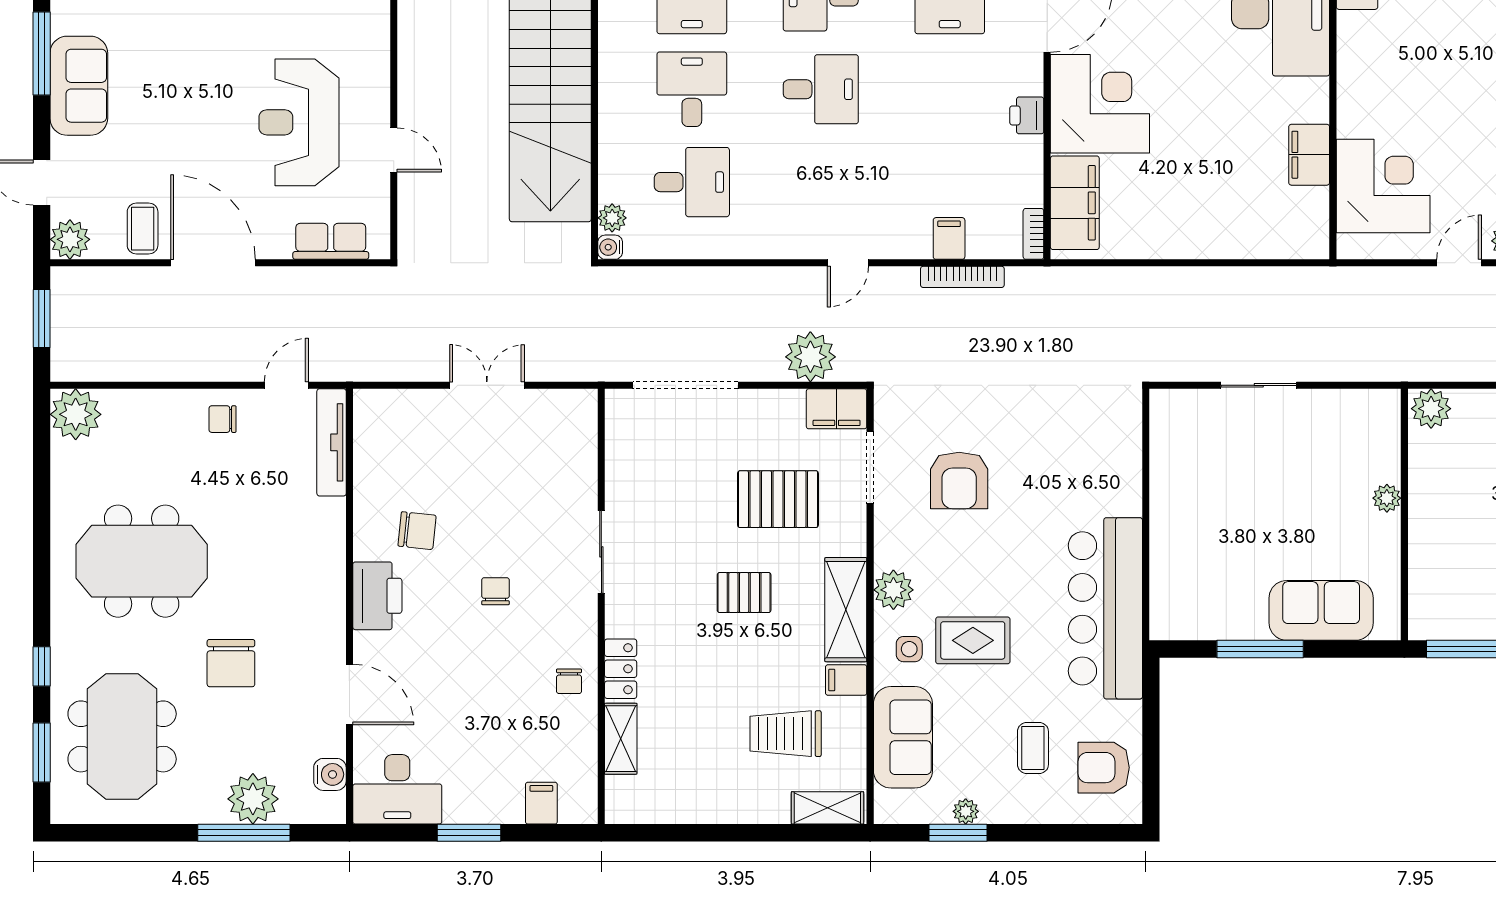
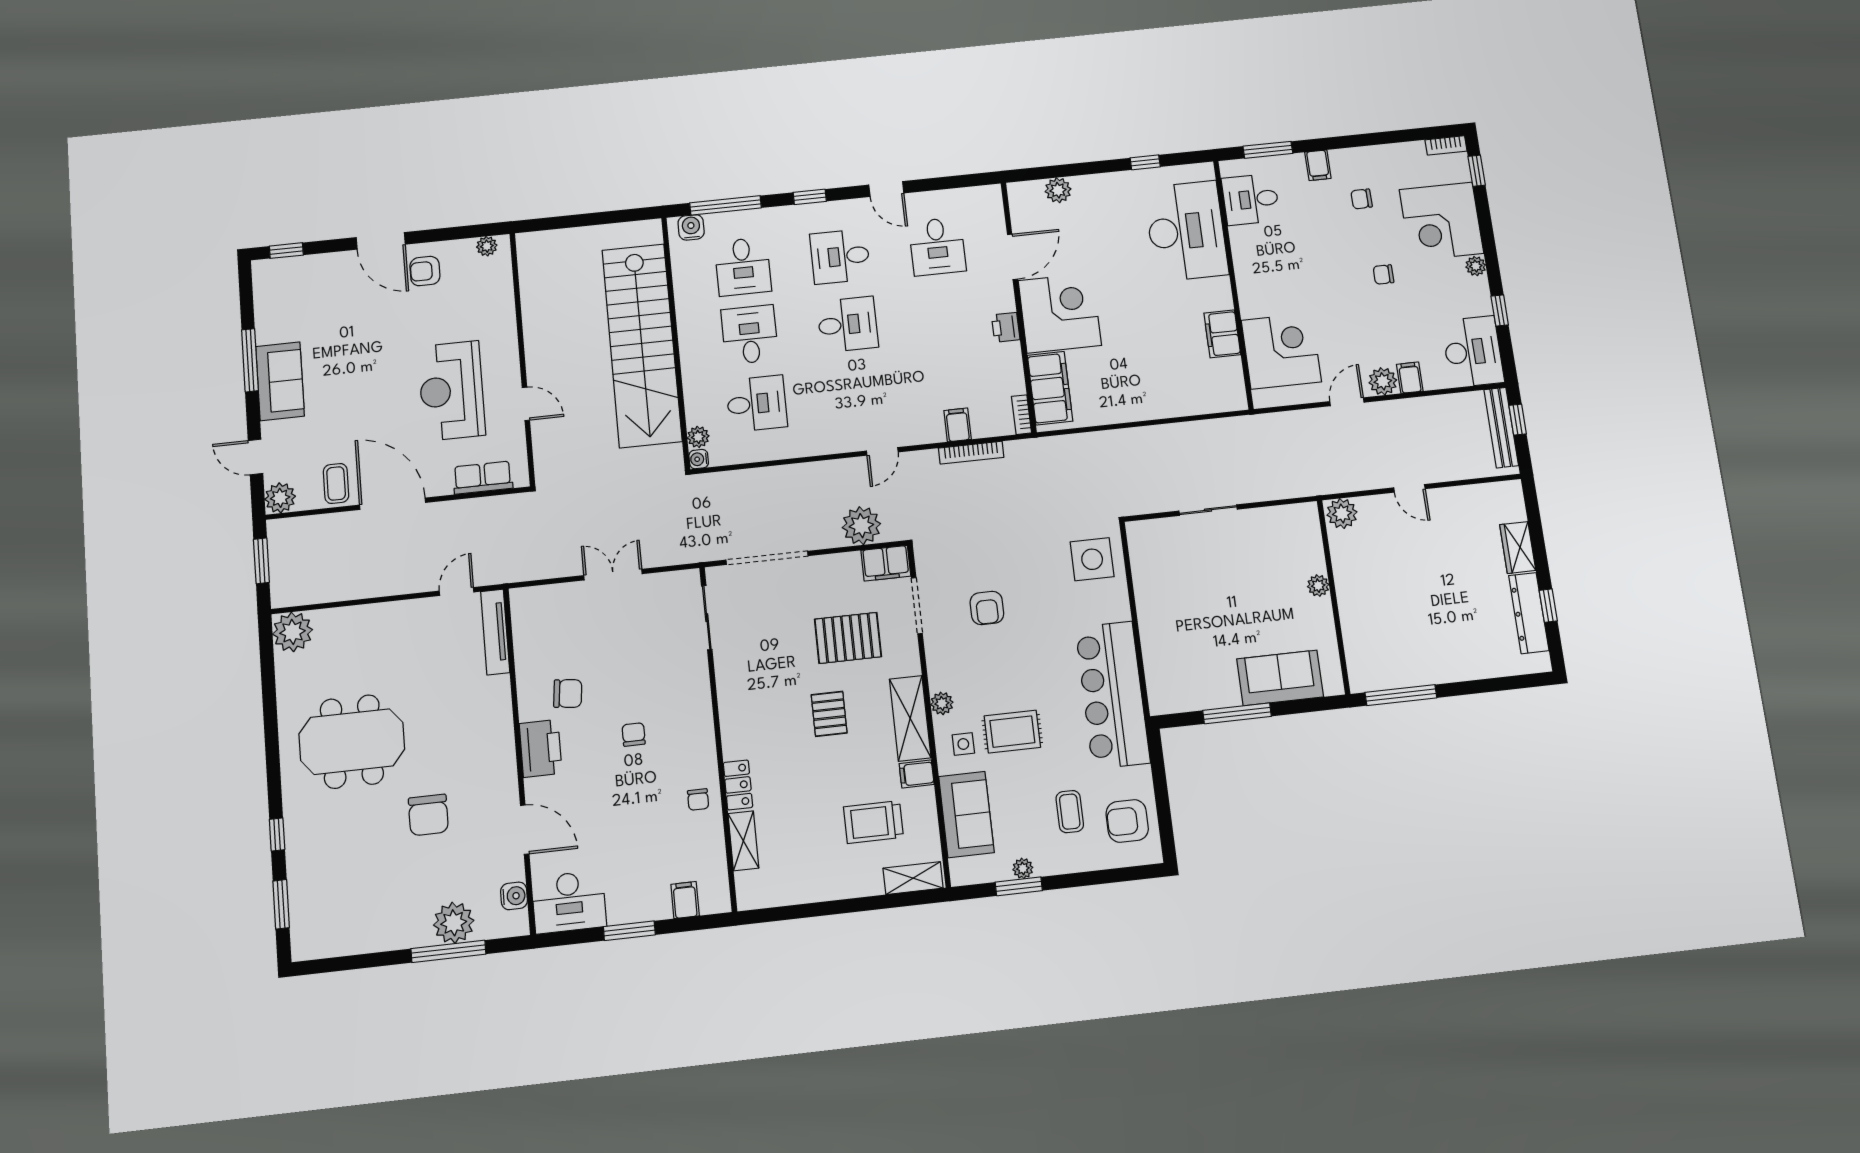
chair: (223, 419) -> (408, 623), removed
side table: (1101, 433) -> (1092, 559), added
armchair: (959, 480) -> (987, 608), width x0.72, depth x0.72
sliding door: (601, 552) -> (707, 618), moved
plant: (893, 590) -> (942, 703), width x0.73, depth x0.73
pallet: (744, 593) -> (829, 714), turned 90
meeting table: (122, 736) -> (345, 884), removed

